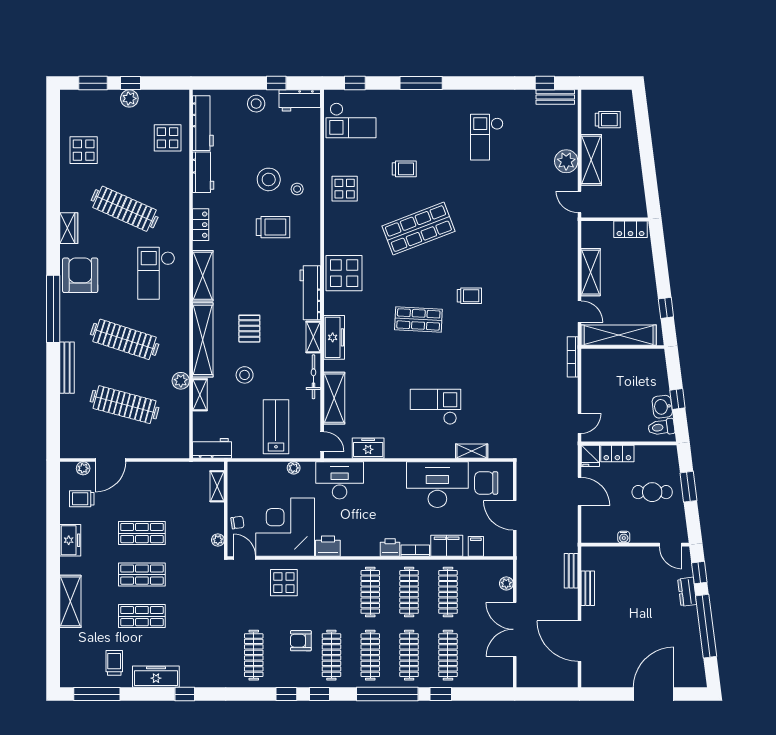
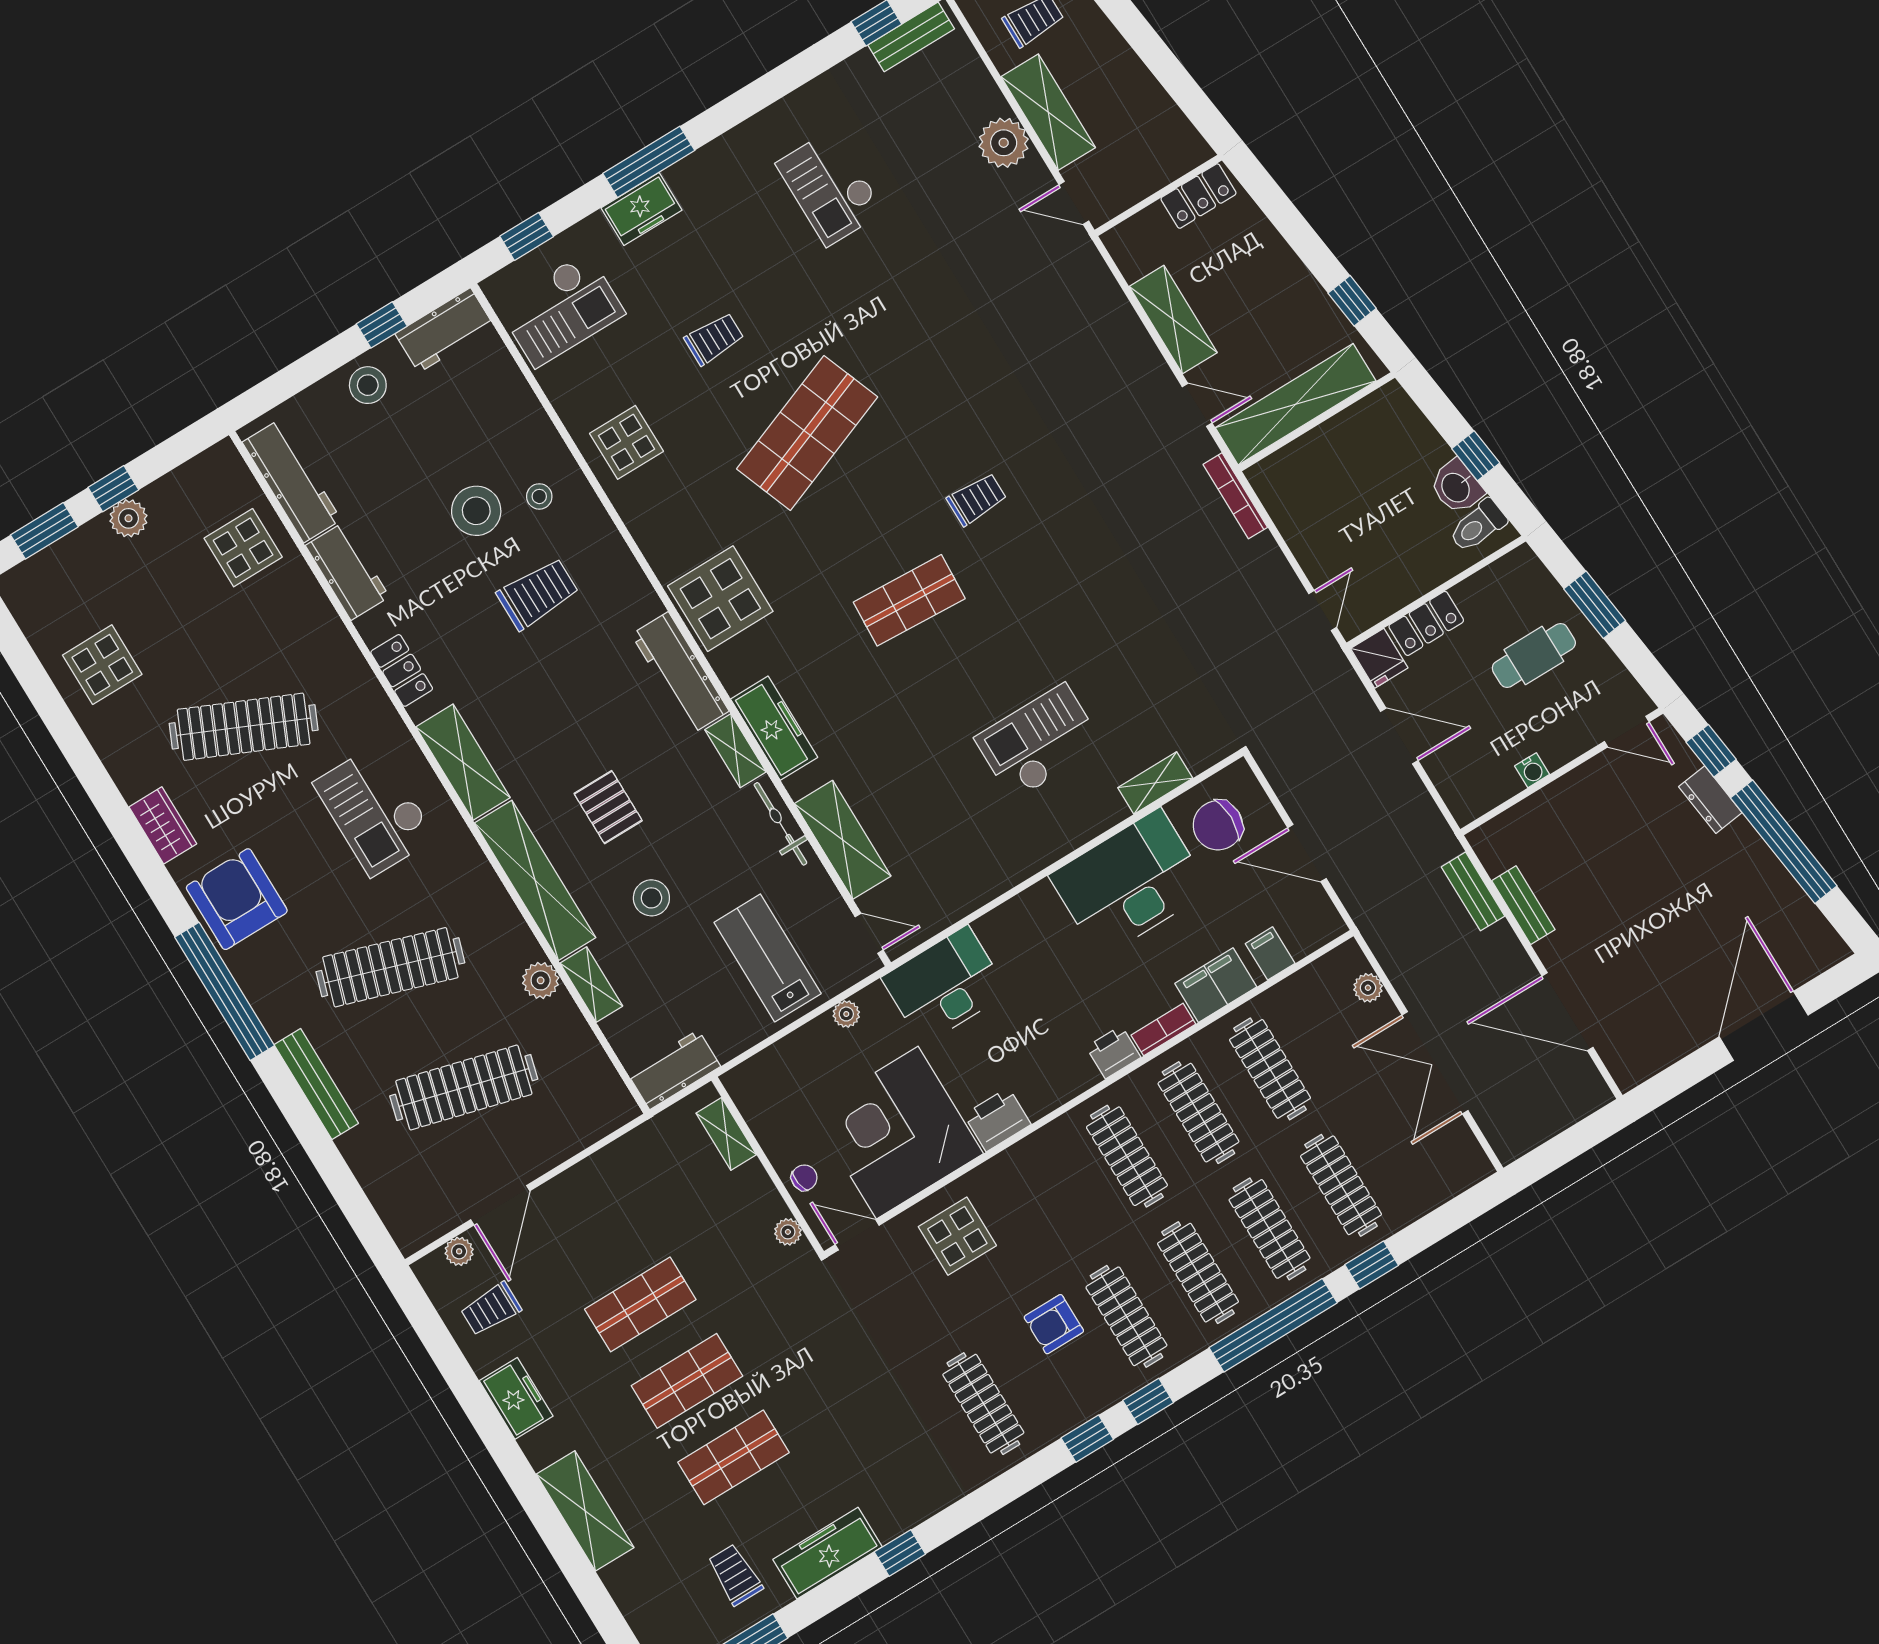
freezer: (368, 448) -> (642, 209), moved, turned 180

